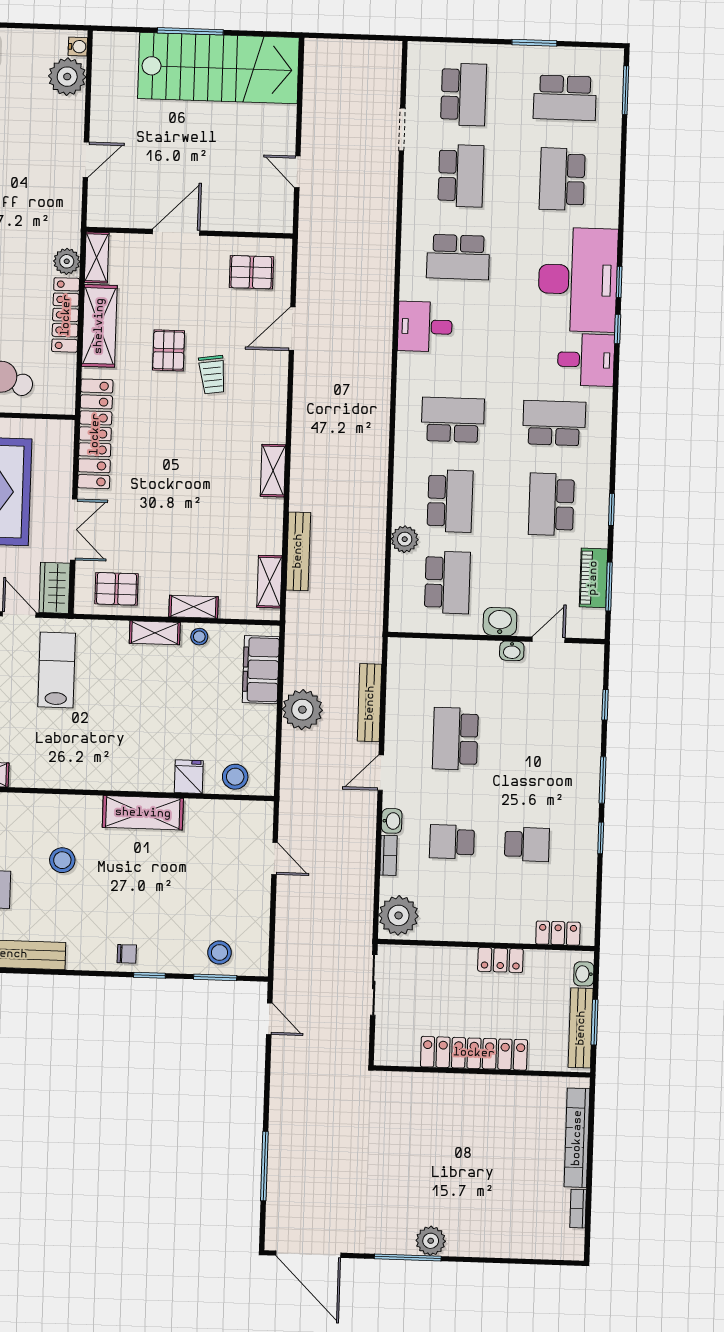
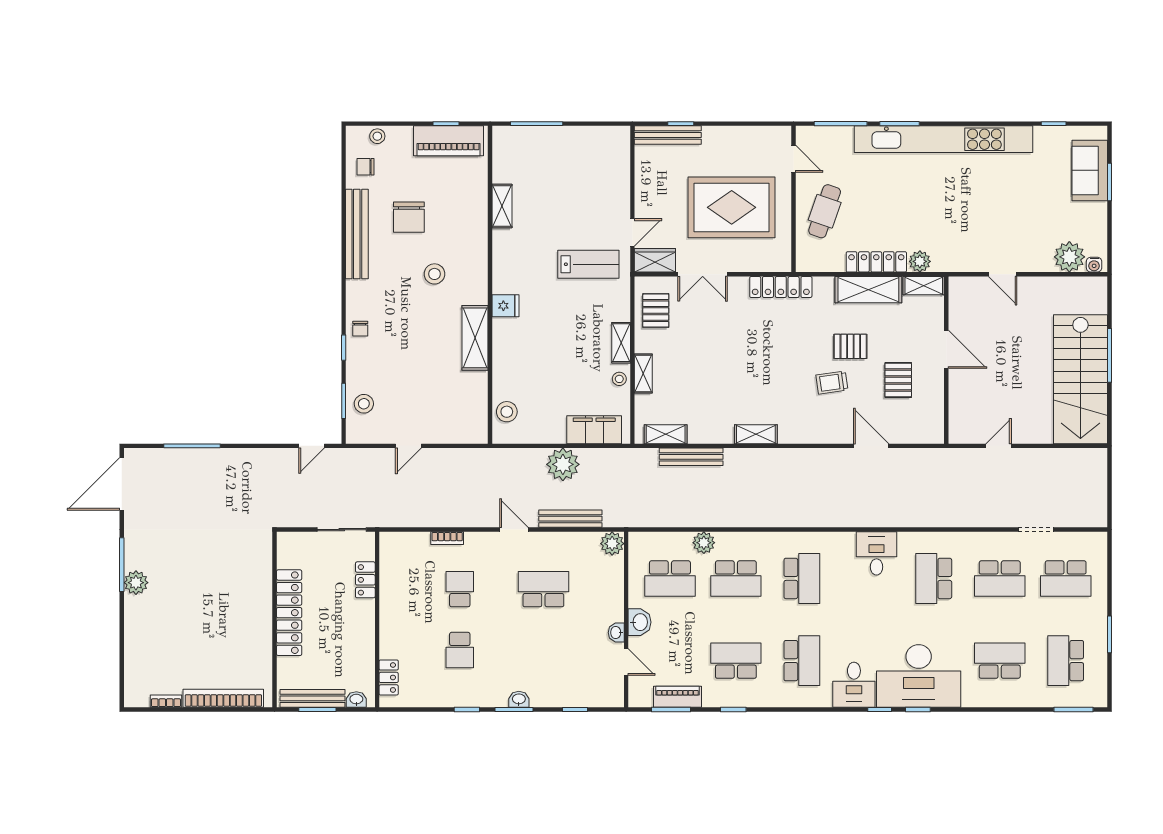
pallet: (251, 272) -> (898, 380), moved
locker: (95, 434) -> (781, 287), width x0.71, depth x0.83
fridge: (189, 777) -> (506, 306), moved
washbasin: (392, 821) -> (519, 699), moved, turned 180
door: (275, 858) -> (408, 446), moved
plant: (399, 915) -> (612, 544), moved, width x0.73, depth x0.73
locker: (500, 960) -> (365, 580), moved

